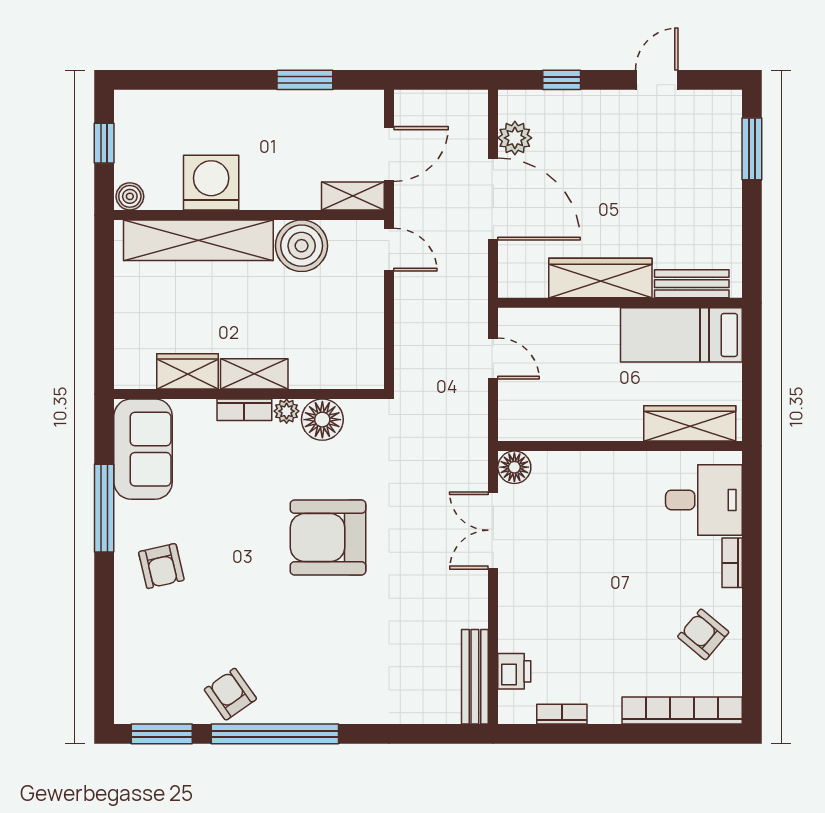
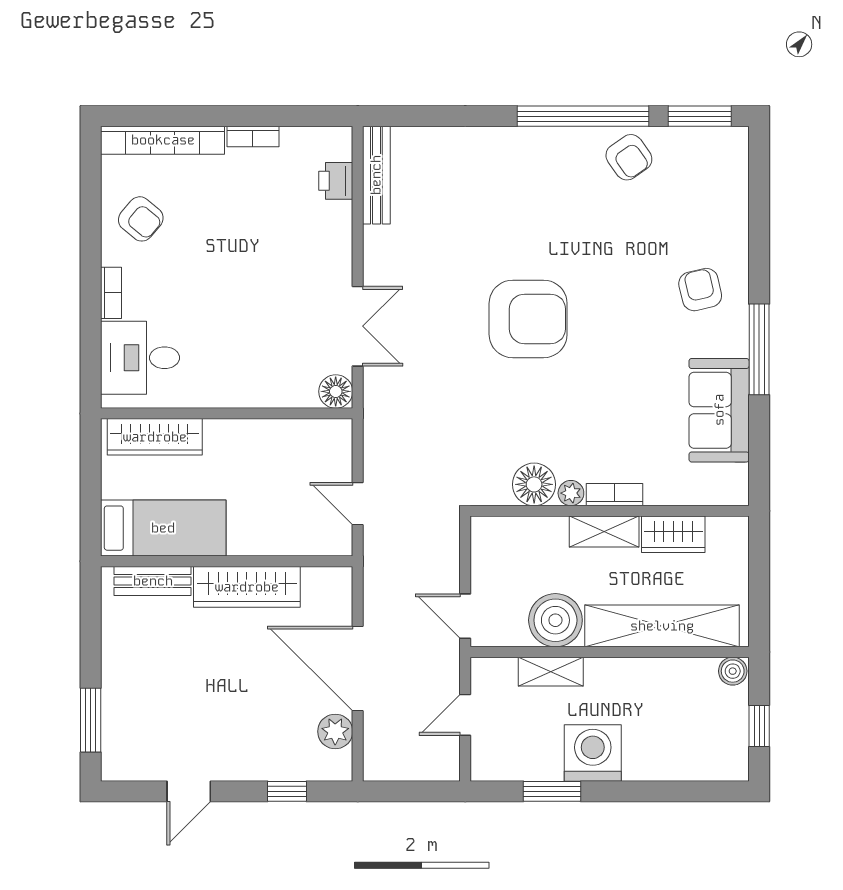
door: (389, 154) -> (465, 715), width x0.73
washing machine: (211, 183) -> (593, 753), moved, turned 180
shelving: (353, 196) -> (551, 672), moved
wardrobe: (187, 371) -> (673, 534), moved
shelving: (254, 374) -> (604, 532), moved
wall: (249, 394) -> (610, 511), moved
bookcase: (244, 410) -> (614, 495), moved
plant: (287, 411) -> (571, 493), moved
floor lamp: (322, 420) -> (534, 484), moved
bookcase: (562, 714) -> (253, 137), moved

